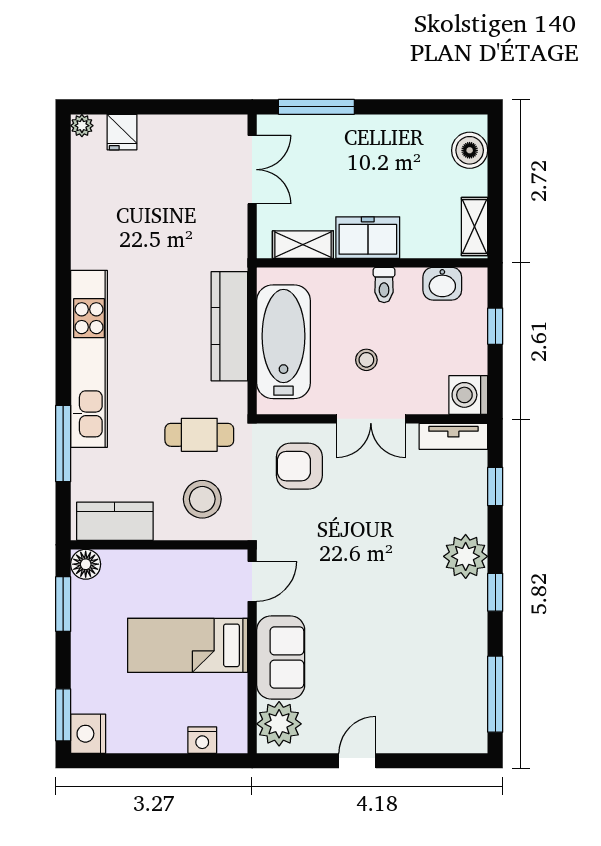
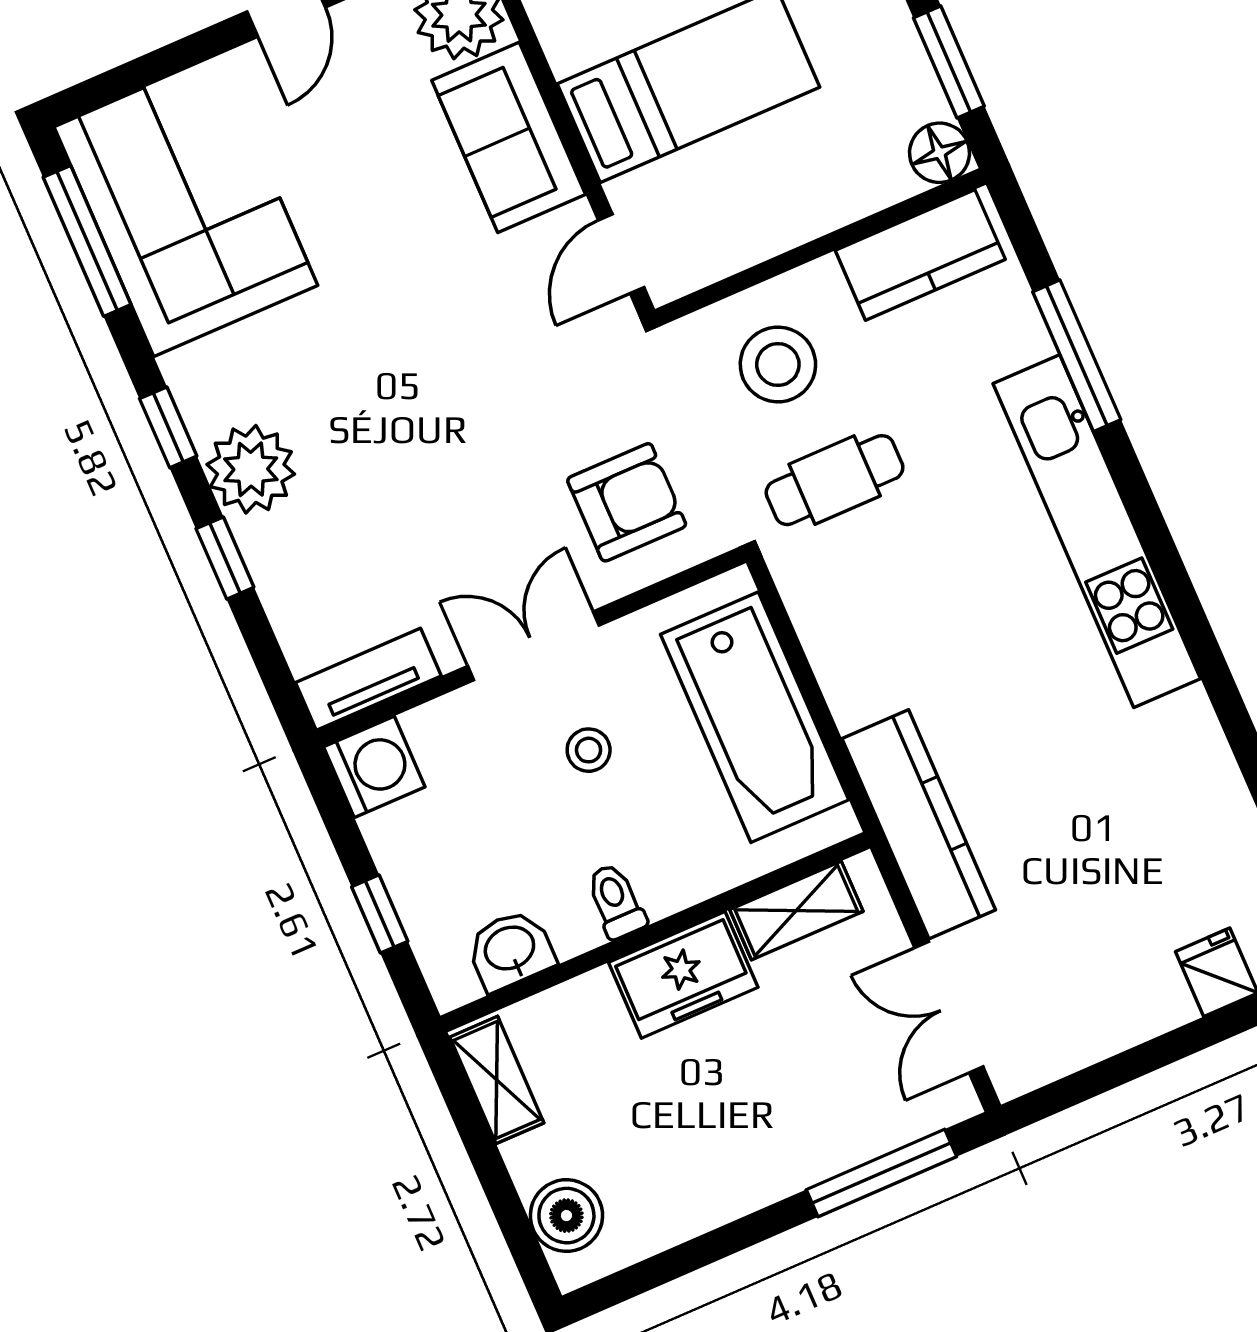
kitchen counter: (229, 326) -> (919, 824), moved
window: (495, 487) -> (225, 558), moved
corner sofa: (443, 690) -> (186, 206), added

